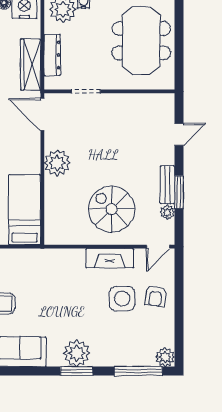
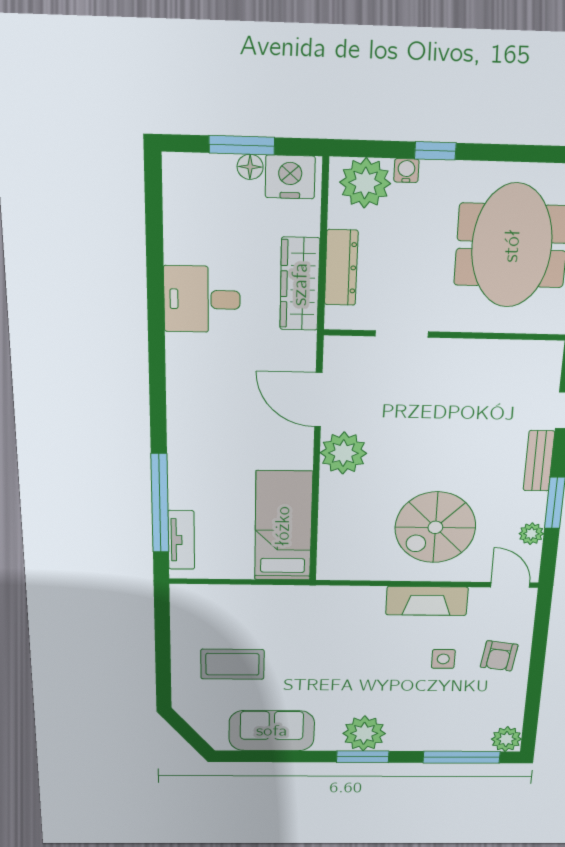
door: (42, 115) -> (318, 400), moved
bench: (167, 185) -> (539, 461), moved
spiral stairs: (112, 209) -> (435, 527), turned -90
door: (158, 247) -> (510, 585), swing flipped
side table: (122, 299) -> (443, 659), width x0.54, depth x0.54

